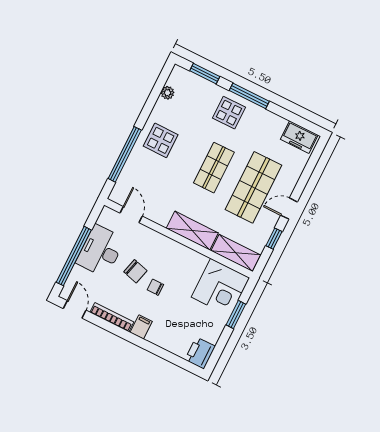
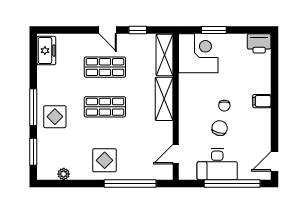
shop shelf: (253, 187) -> (105, 67), width x0.70, depth x0.74
bookcase: (112, 317) -> (266, 129), removed

